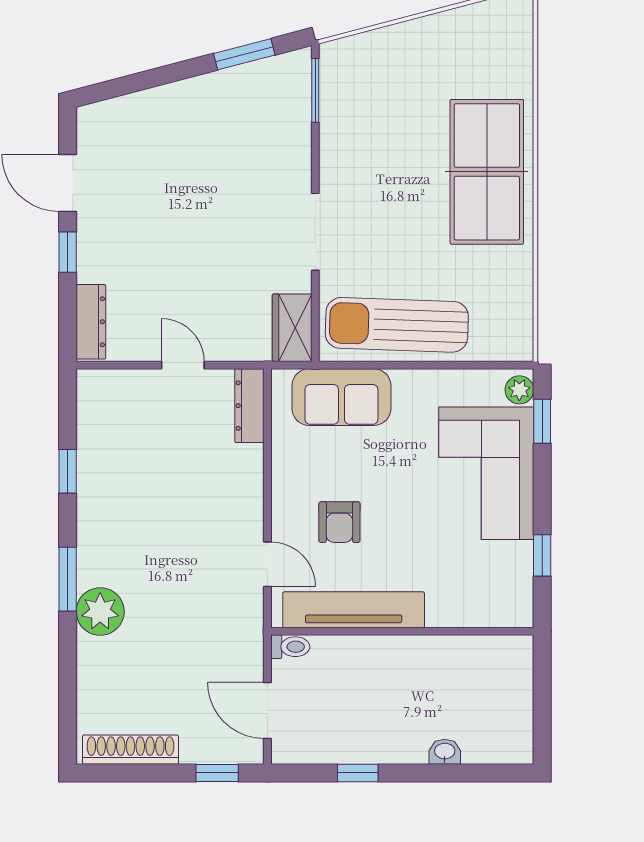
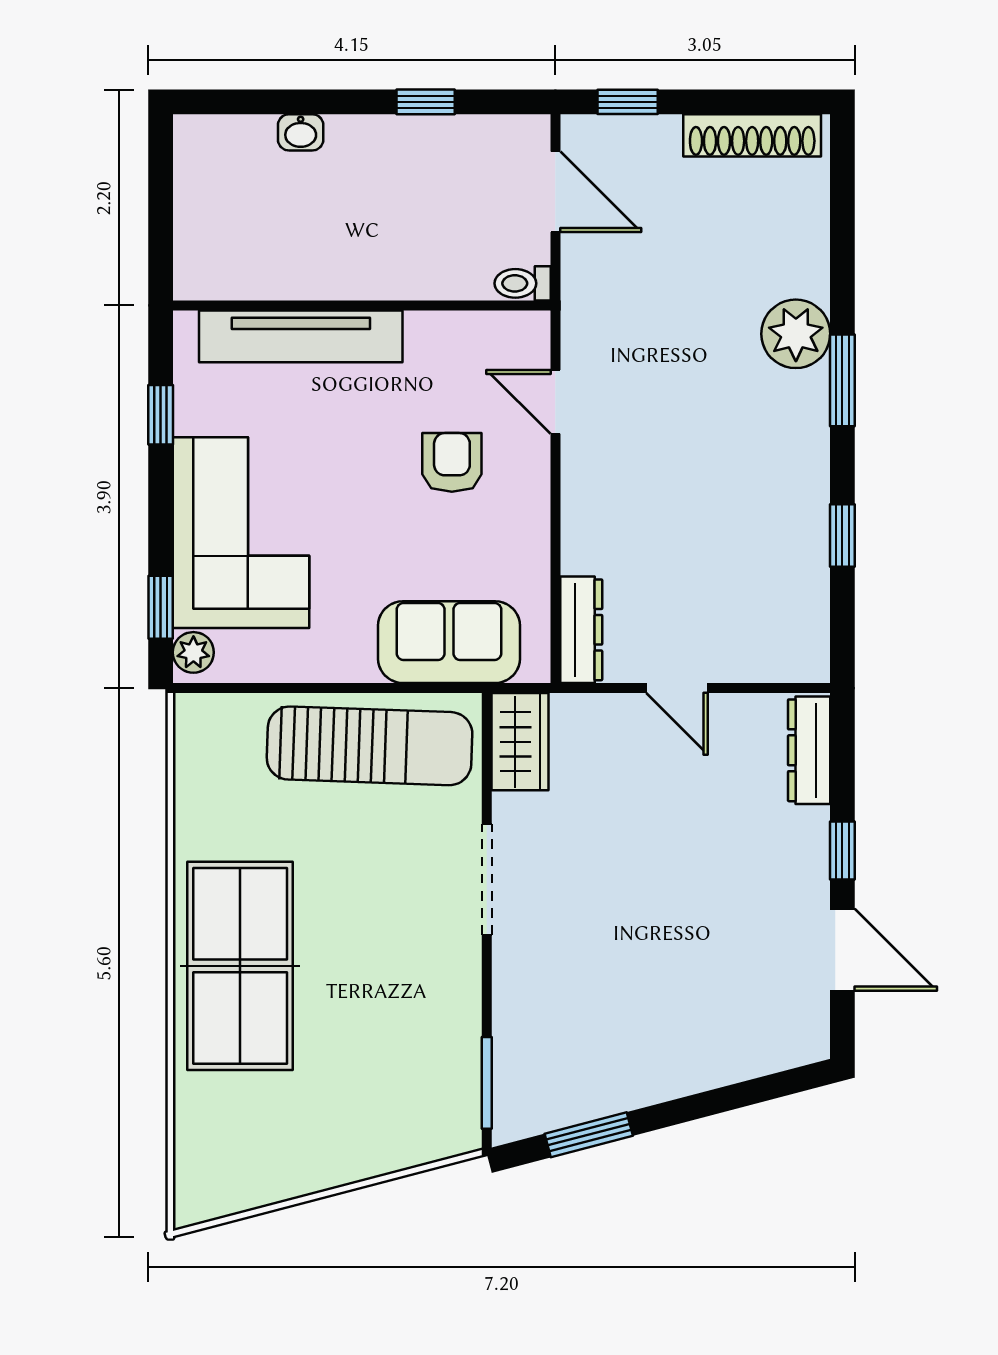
tv unit: (354, 610) -> (301, 336), moved

